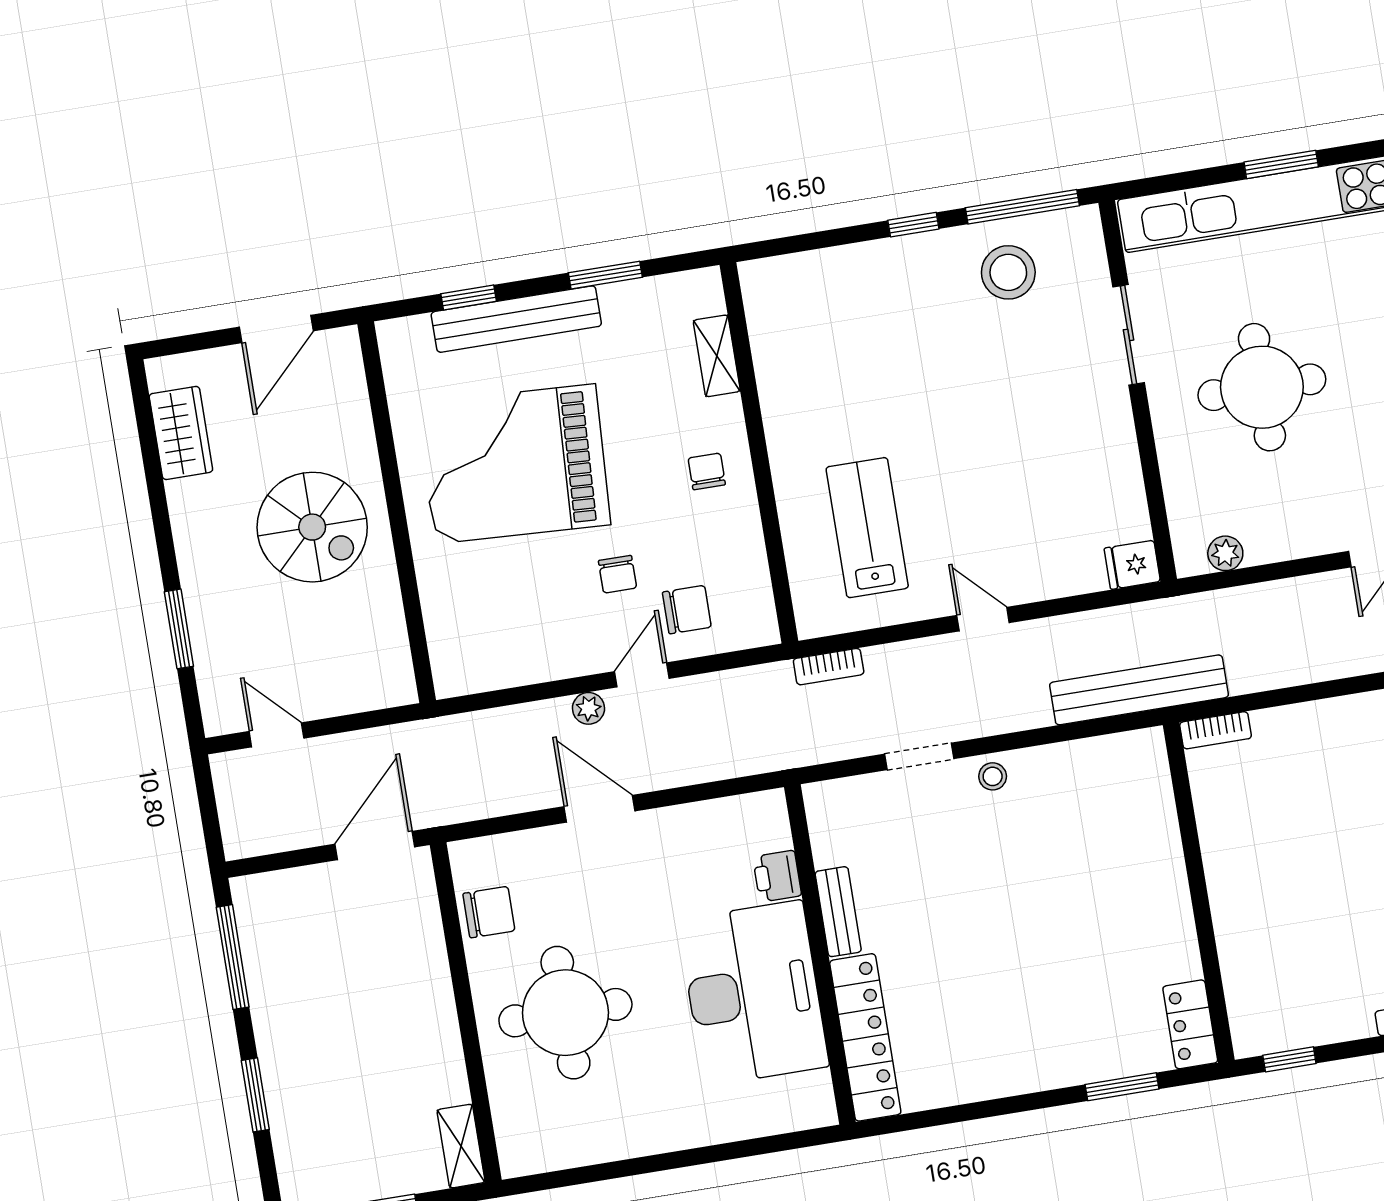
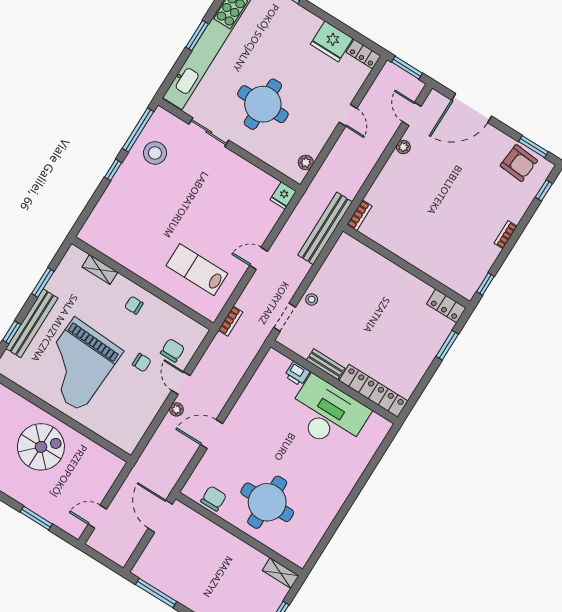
printer: (777, 876) -> (297, 374), moved
bench: (838, 912) -> (326, 364), moved
wall: (820, 954) -> (334, 382), moved
desk: (753, 993) -> (328, 414), moved
locker: (865, 1037) -> (373, 391), moved

